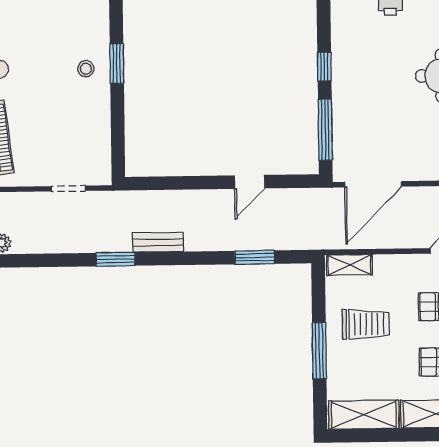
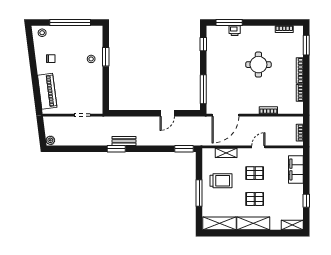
window: (324, 67) -> (203, 44), moved
window: (255, 257) -> (184, 149), moved
window: (115, 259) -> (116, 149), moved
shelving: (349, 265) -> (226, 153), moved

